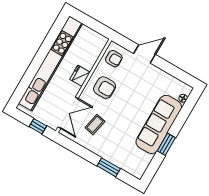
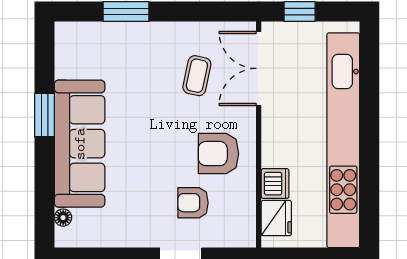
armchair: (114, 59) -> (193, 203), moved
dishwasher: (89, 62) -> (275, 184), added
fridge: (80, 76) -> (276, 218), moved

